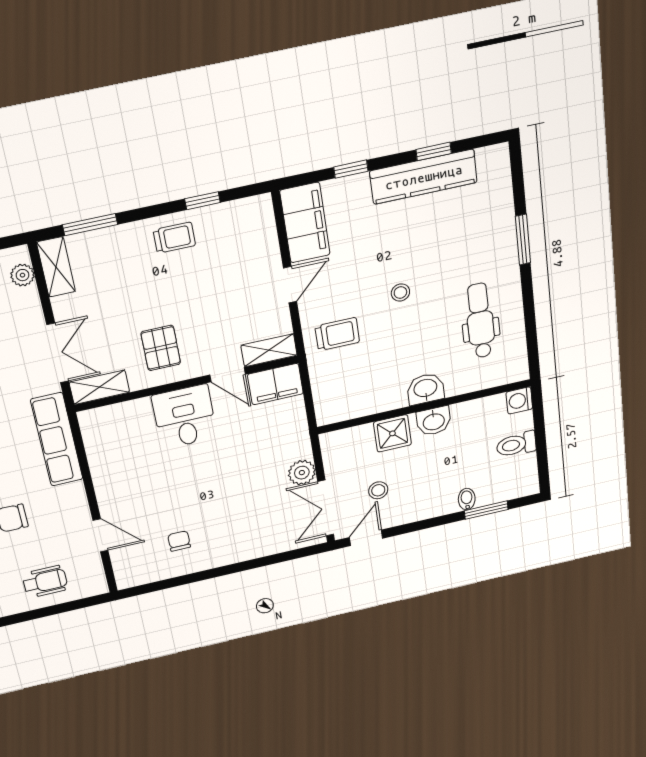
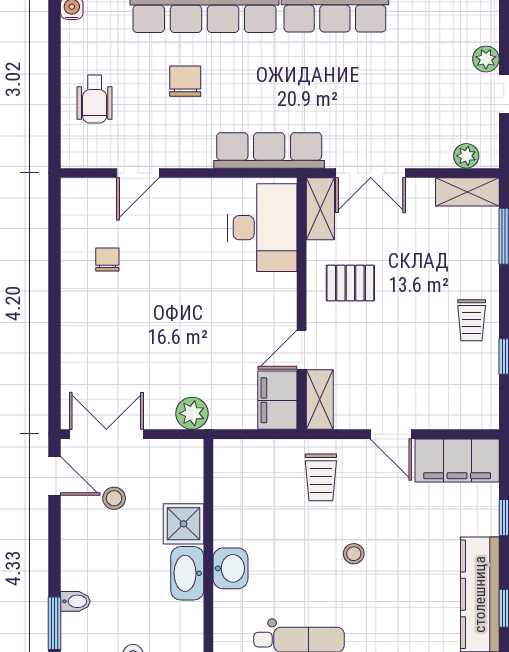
desk: (185, 417) -> (262, 228), moved, width x1.37
washbasin: (434, 421) -> (187, 573), width x1.38
plant: (302, 473) -> (192, 413), moved
chair: (179, 541) -> (107, 259), turned -90

